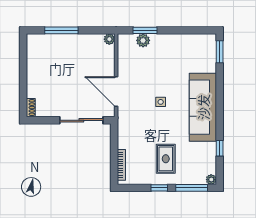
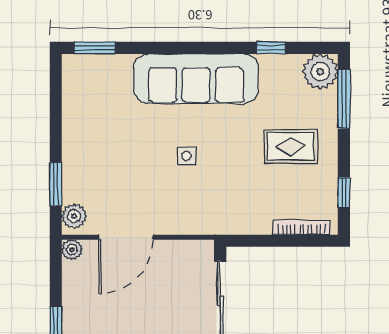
plant: (143, 40) -> (74, 216), moved
door: (116, 91) -> (126, 237), moved
plant: (211, 180) -> (320, 72), width x1.88, depth x1.88
window: (159, 188) -> (344, 193), moved

